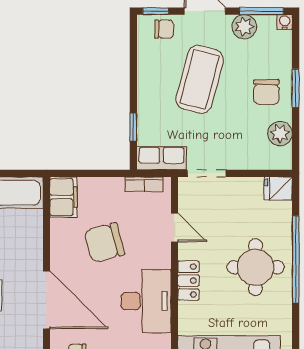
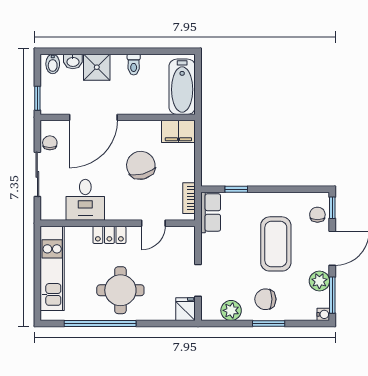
chair: (164, 29) -> (317, 215), turned 180
coffee table: (200, 79) -> (276, 244), turned 75
doorway: (207, 173) -> (198, 280), moved
window: (296, 259) -> (100, 323), moved
desk: (146, 301) -> (85, 200), width x0.73

